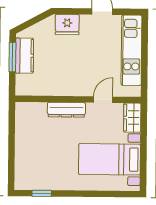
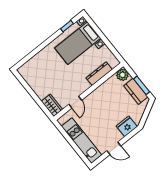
plant: (24, 87) -> (122, 75), added
dresser: (66, 110) -> (99, 74), moved
bed with nightstands: (109, 159) -> (78, 43), moved, turned 180

